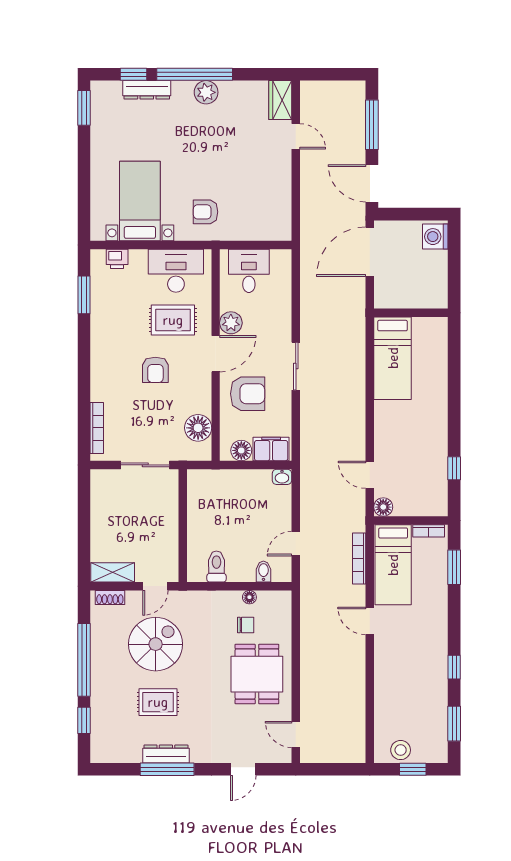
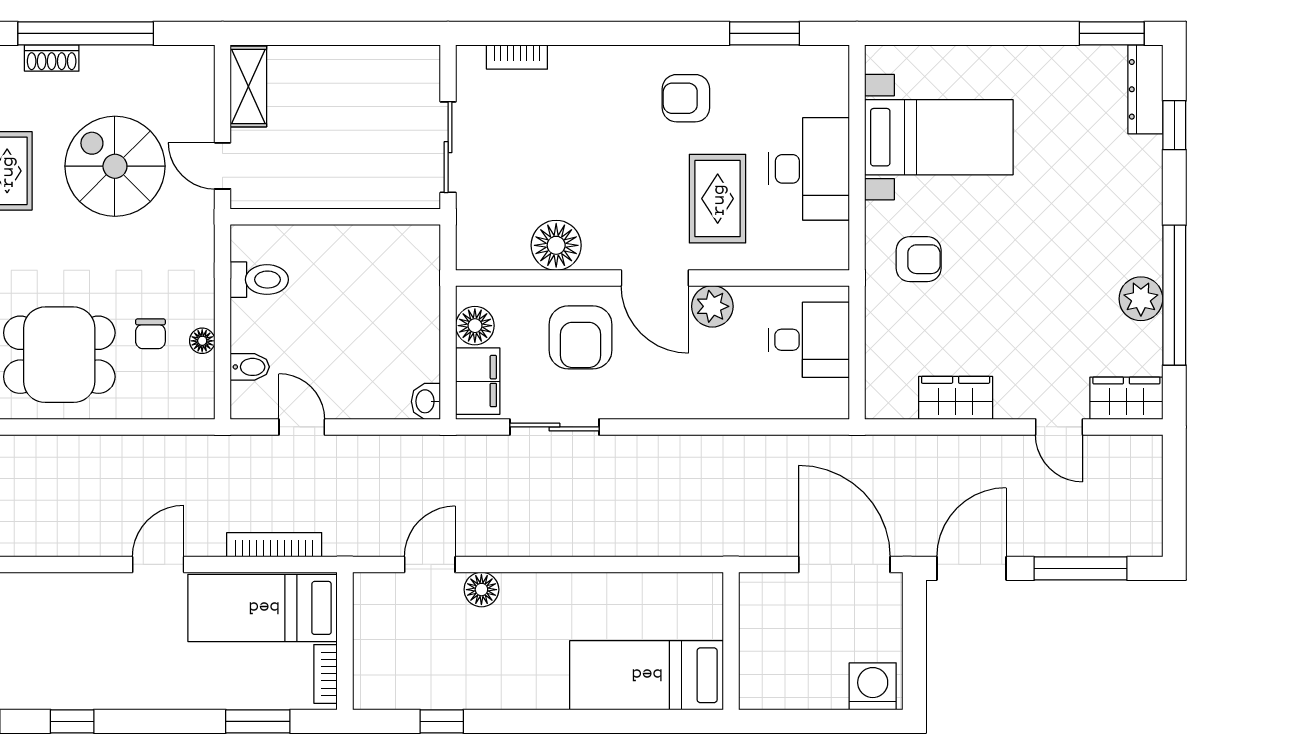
window: (195, 74) -> (1174, 295), moved
dresser: (147, 90) -> (1145, 89), moved
plant: (206, 92) -> (1141, 299), moved
door: (296, 136) -> (1059, 427), hinge flipped
wardrobe: (280, 192) -> (956, 398), added
armchair: (206, 212) -> (919, 259), turned 90
printer: (117, 259) -> (831, 95), removed
desk: (176, 271) -> (809, 169), moved
bed: (393, 358) -> (646, 675), moved
sliding door: (296, 366) -> (554, 427), moved
armchair: (155, 370) -> (686, 98), moved
bookcase: (97, 428) -> (517, 57), width x0.64
floor lamp: (198, 428) -> (556, 245), moved
floor lamp: (383, 507) -> (481, 590), moved
shoe rack: (110, 597) -> (52, 58), moved, turned -90
spiral stairs: (156, 644) -> (115, 166), turned 180

